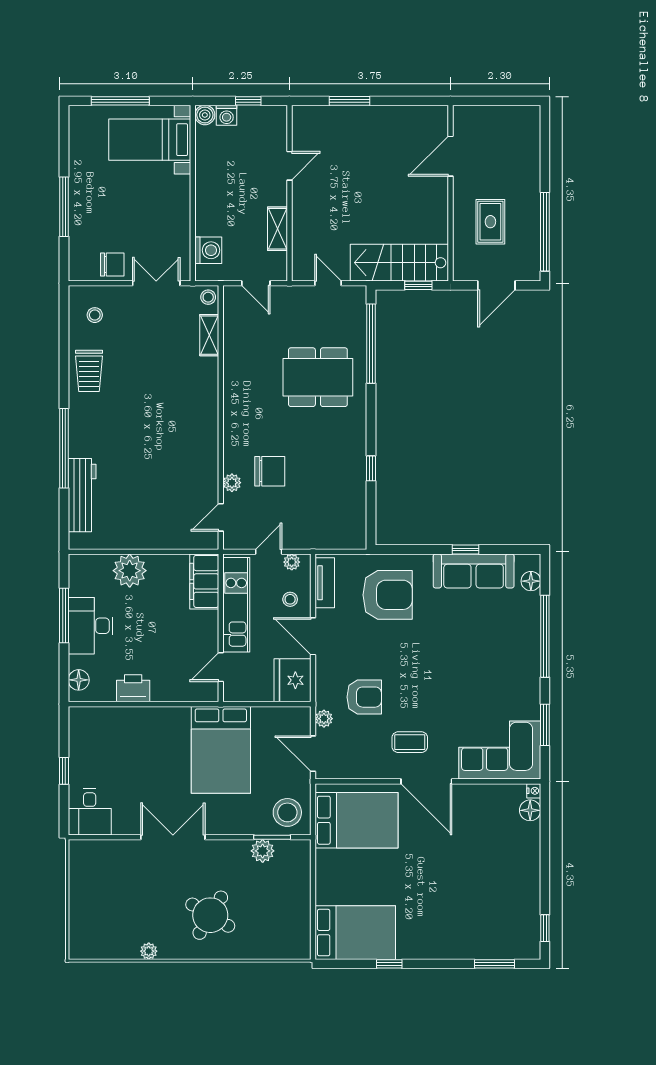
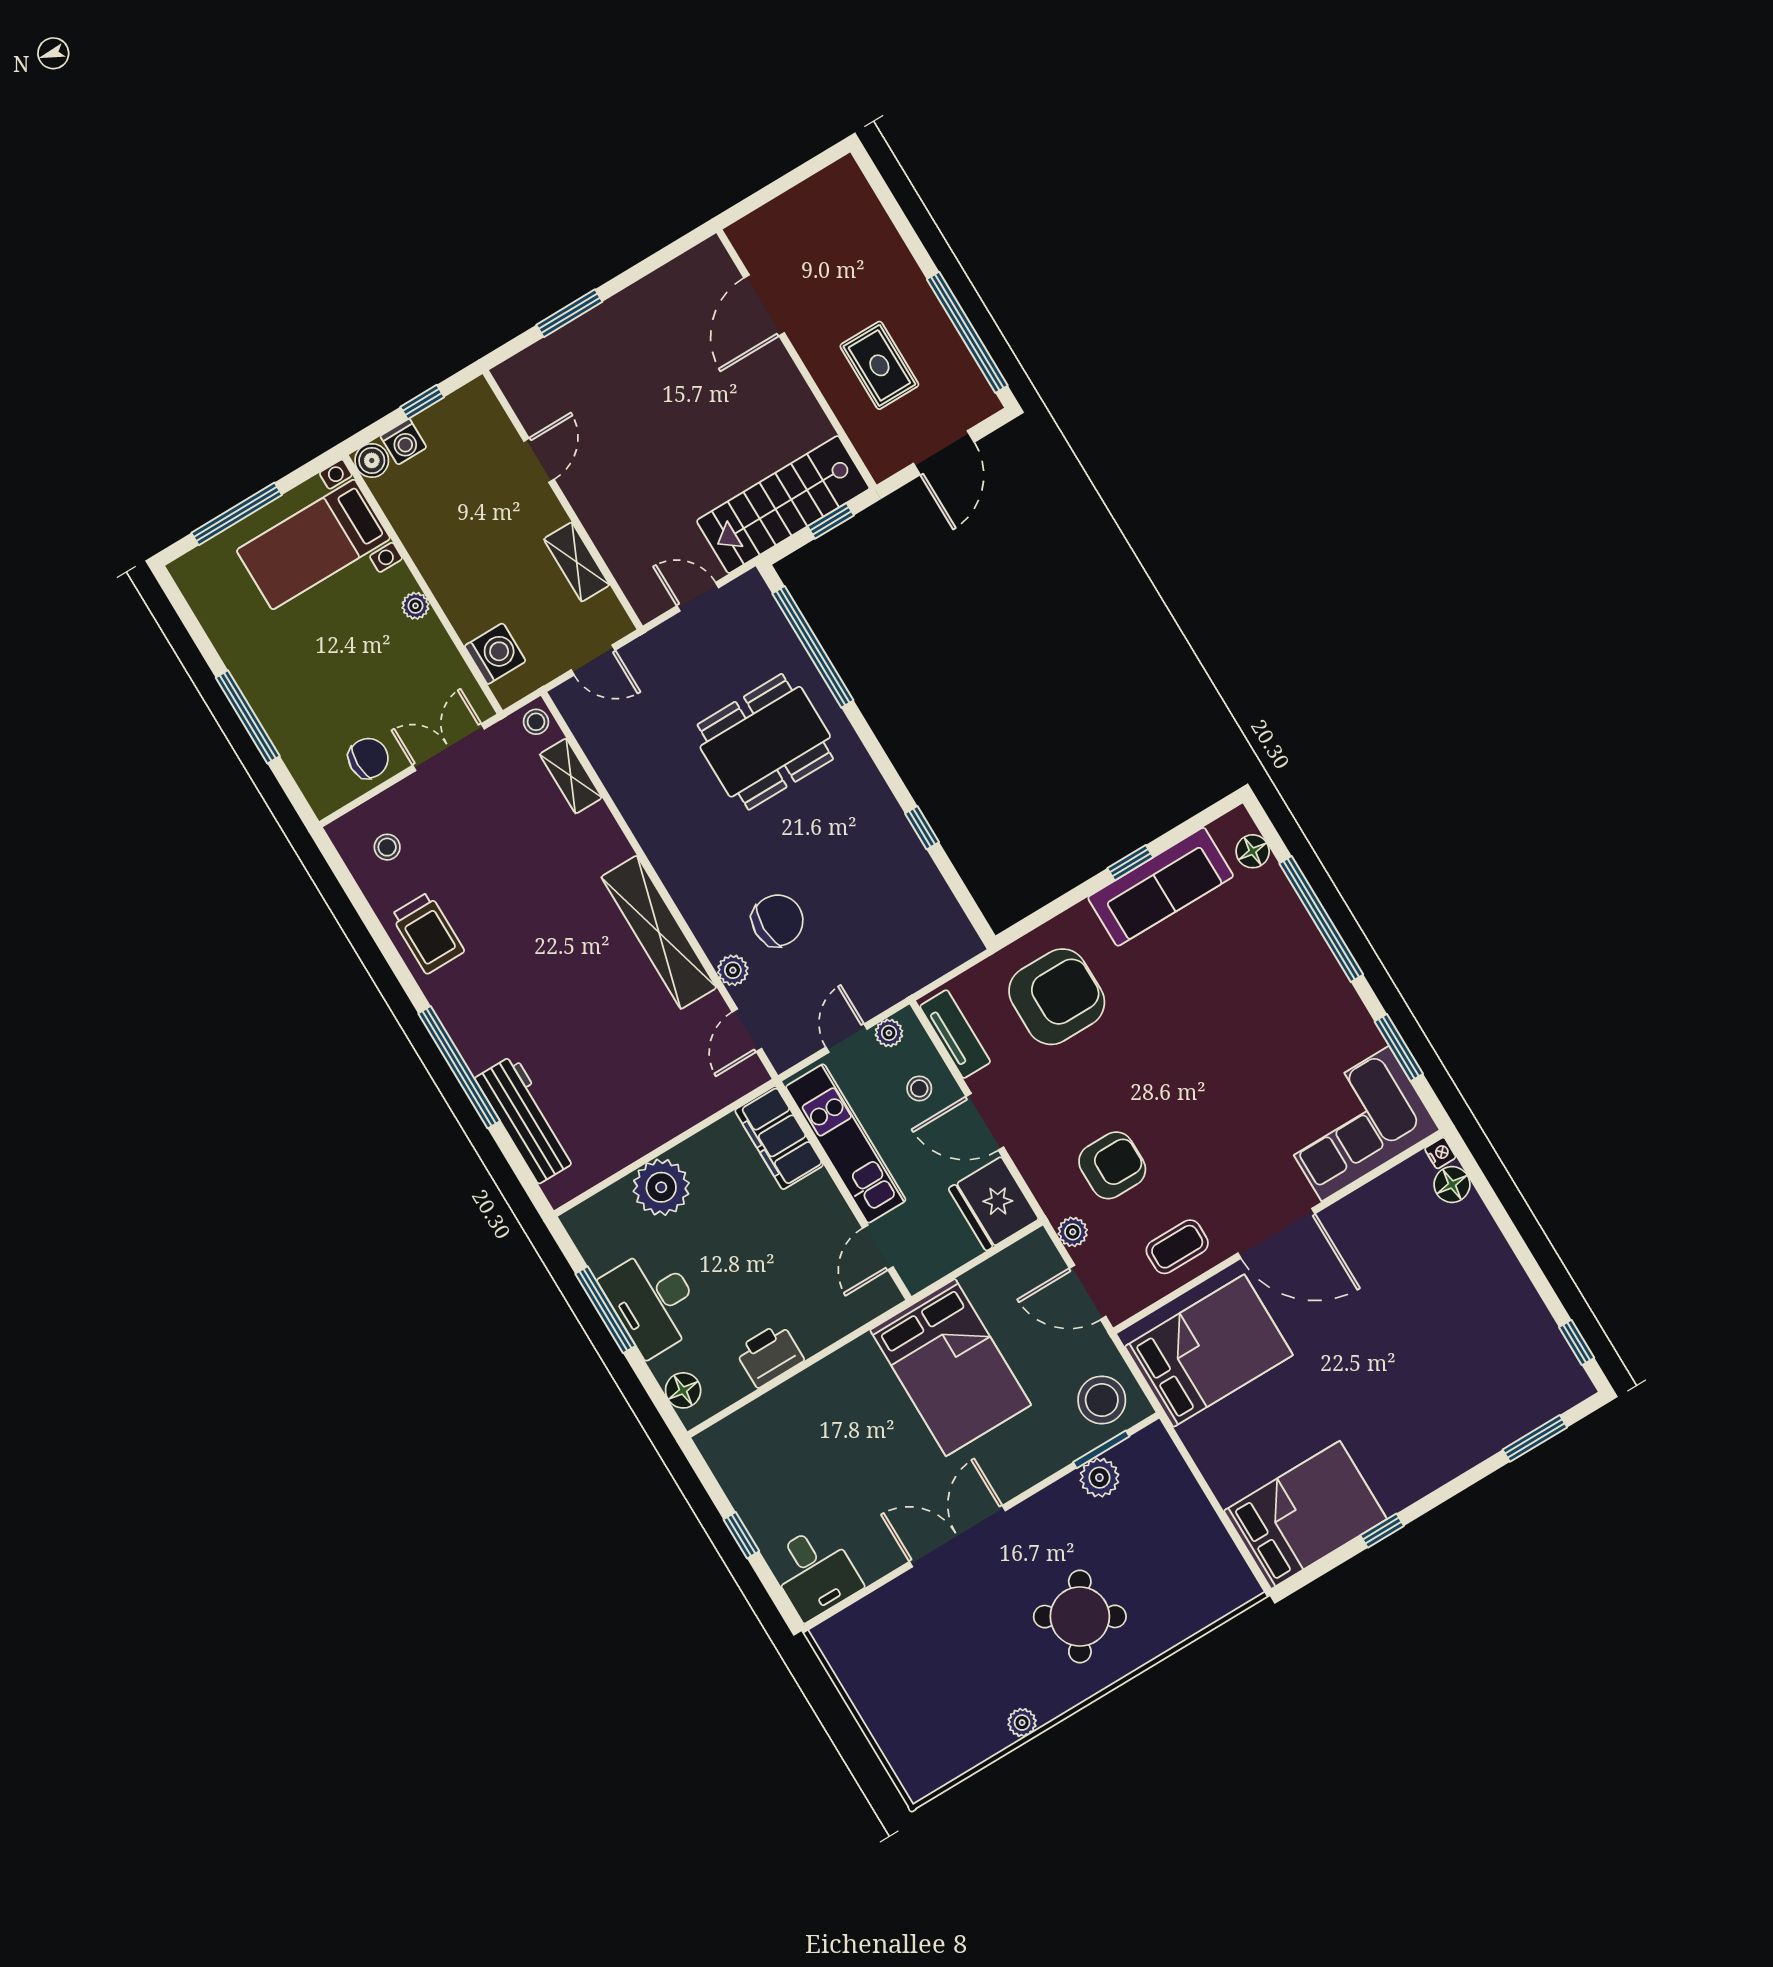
plant: (183, 202) -> (415, 606), added
shelving: (206, 441) -> (659, 932), added
coffee table: (410, 742) -> (1177, 1247), moved

